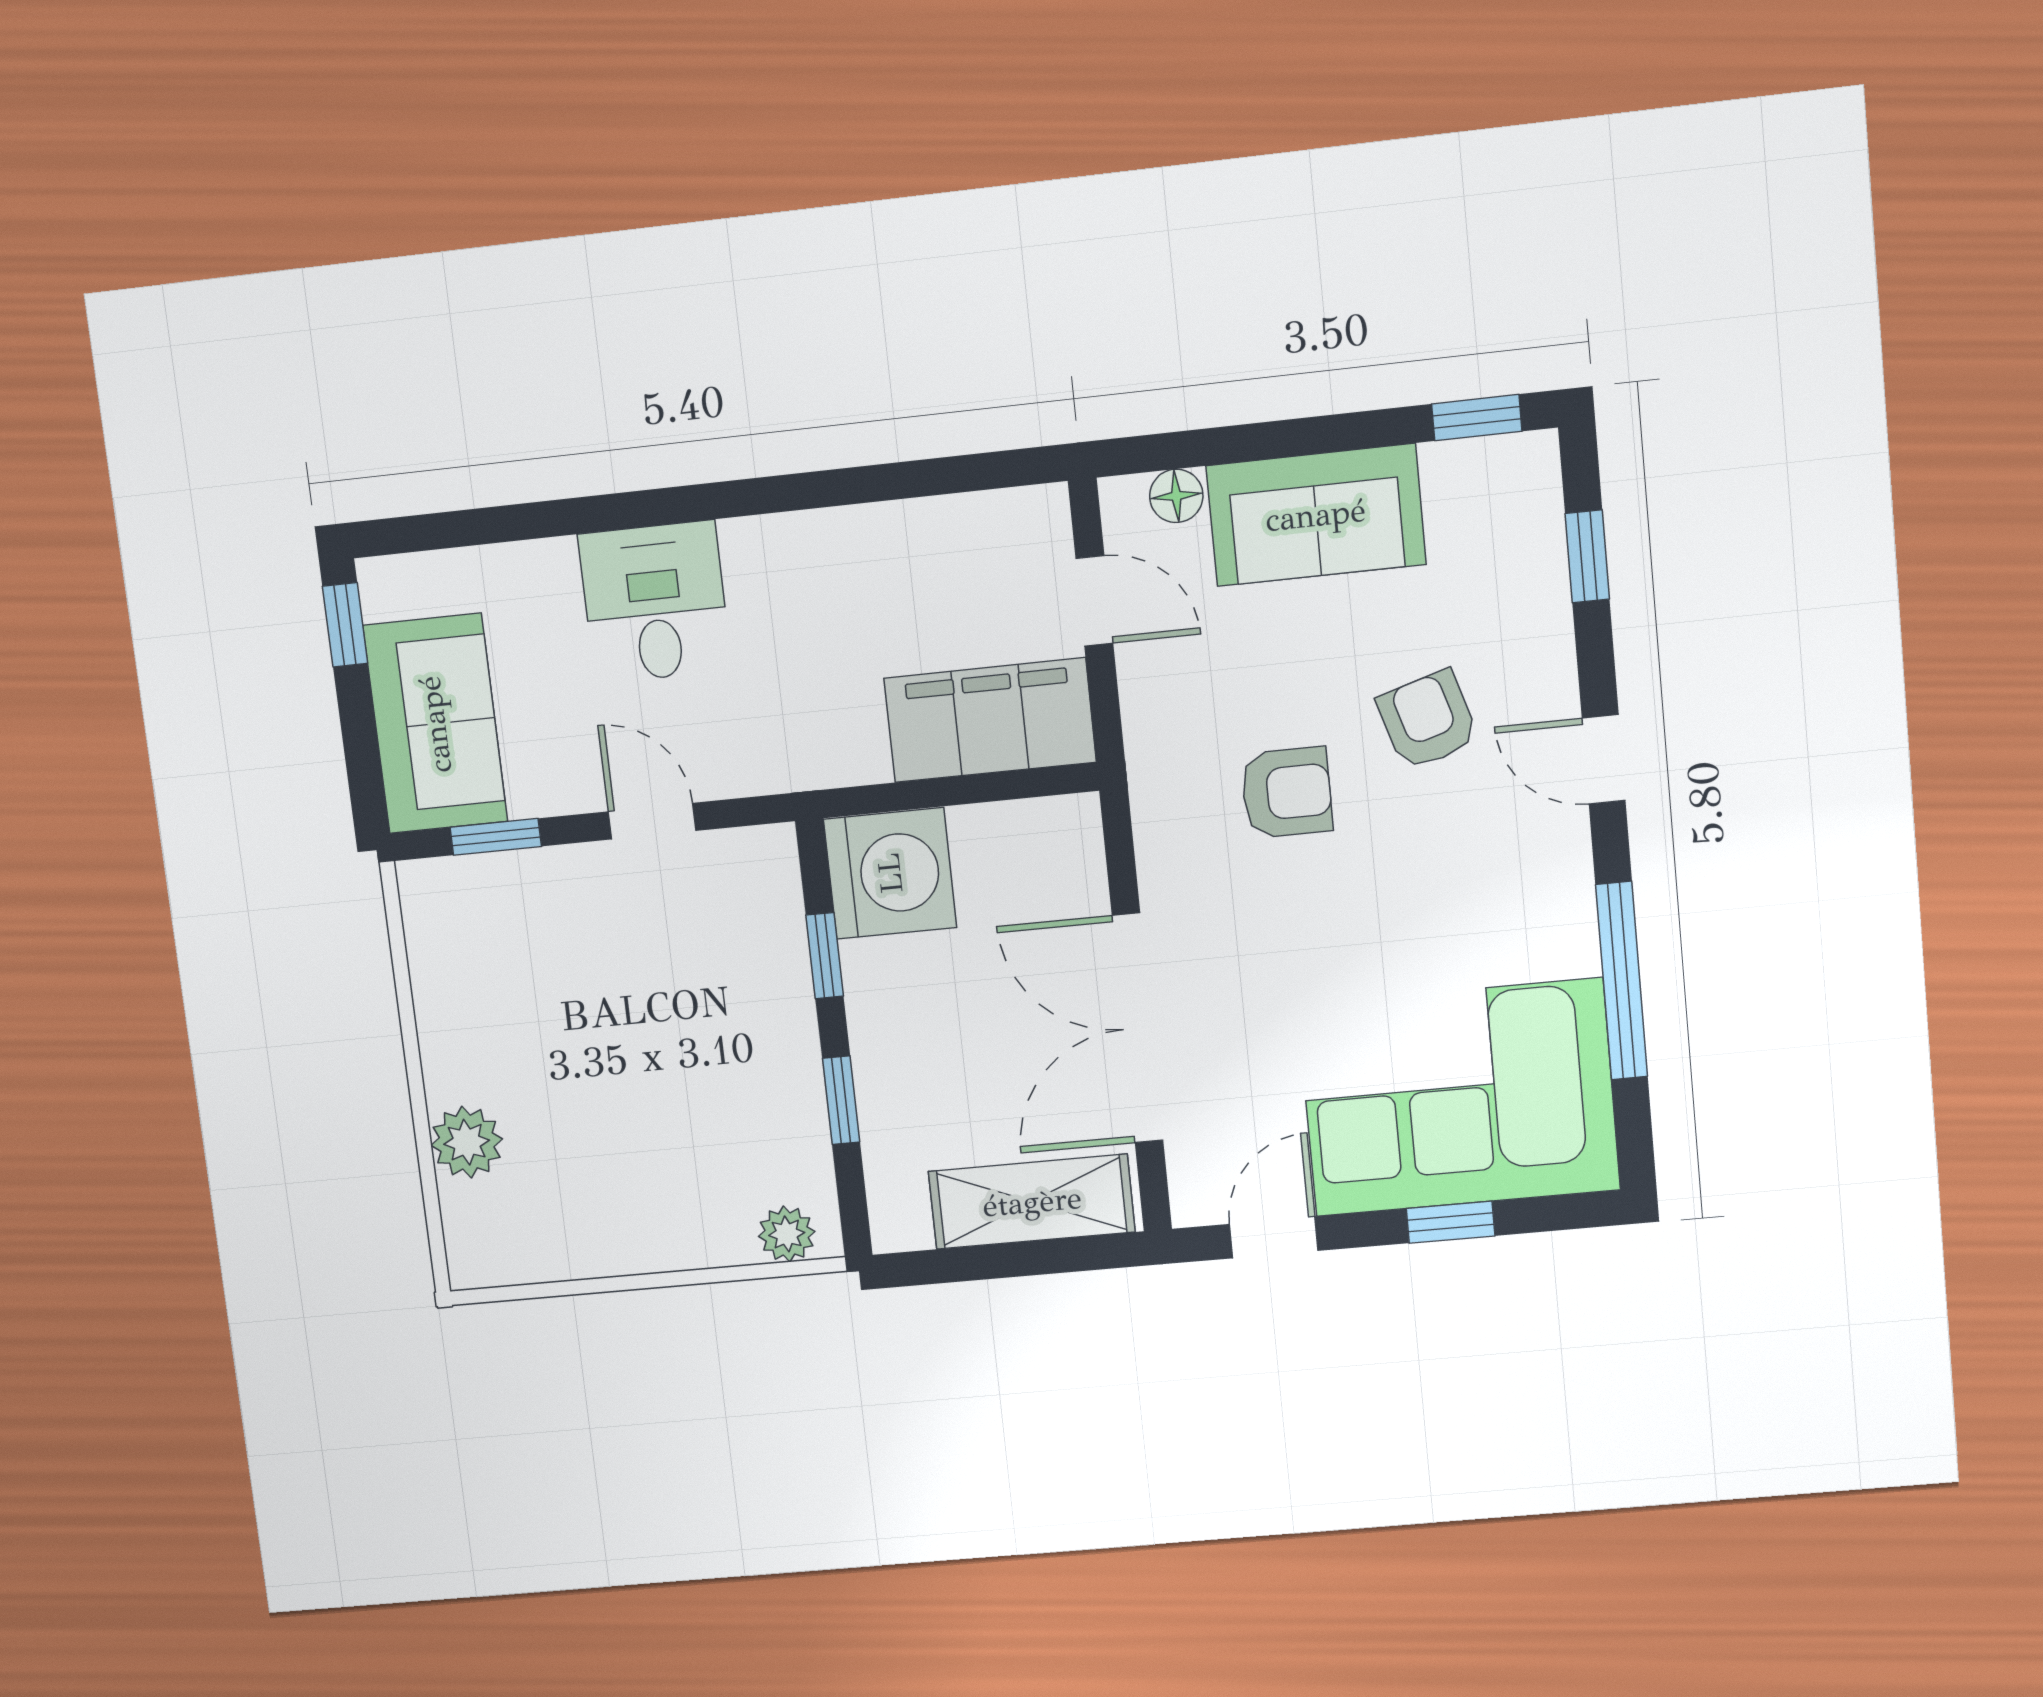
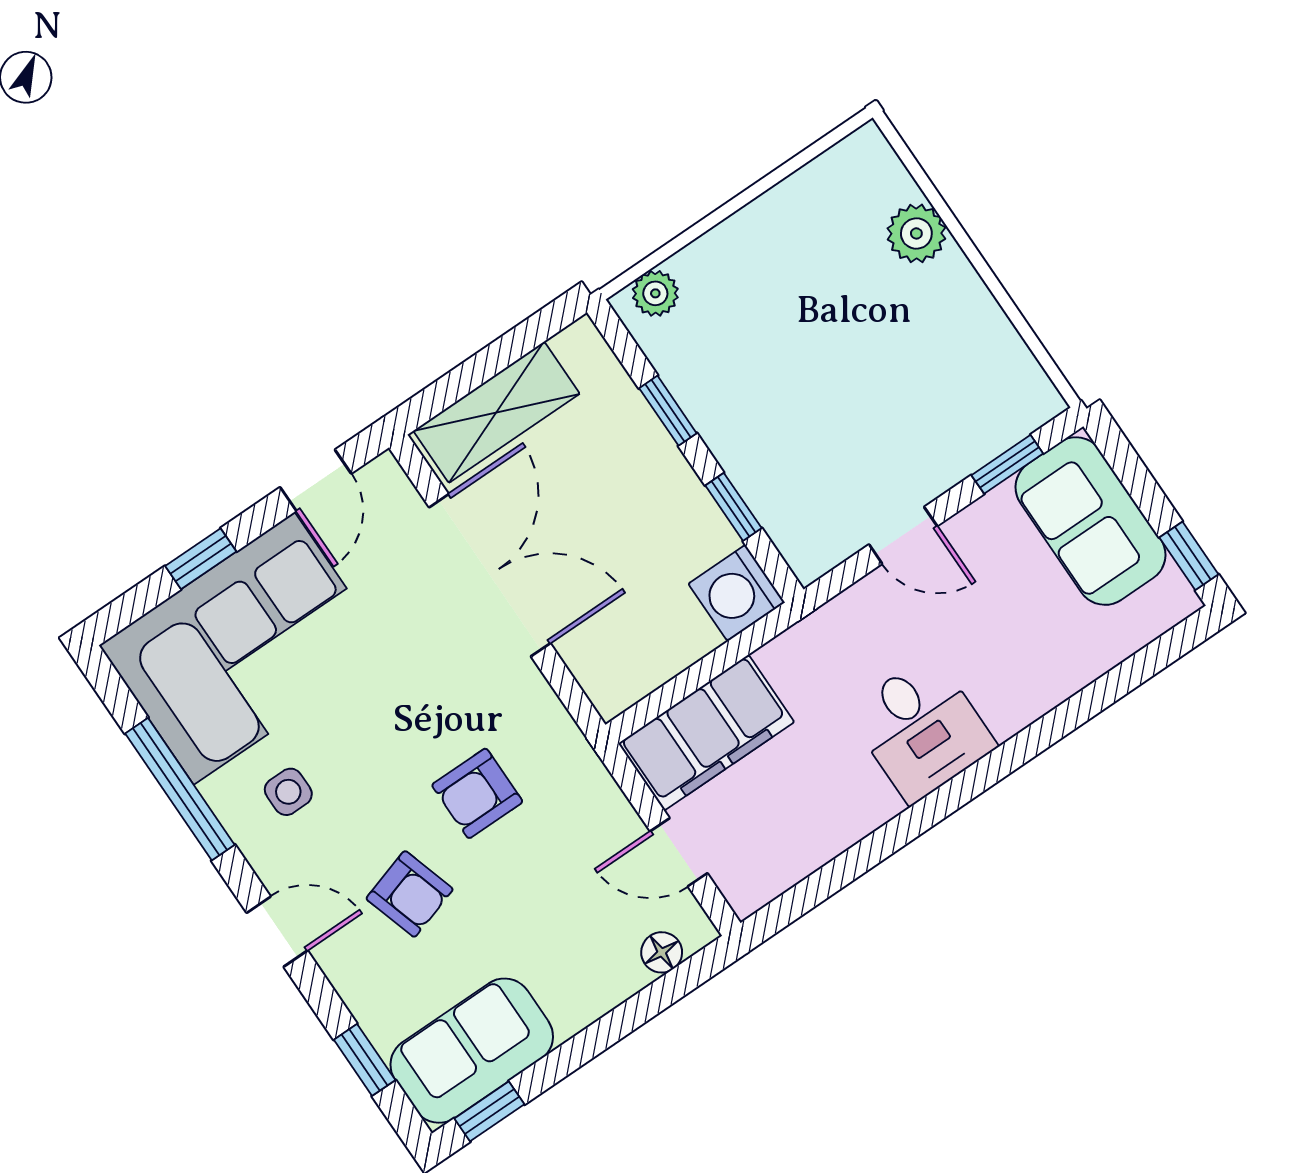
sofa: (1316, 515) -> (472, 1051), moved
desk: (655, 602) -> (921, 729), moved
washing machine: (890, 873) -> (736, 593), width x0.73, depth x0.73
side table: (1500, 911) -> (288, 792), added

